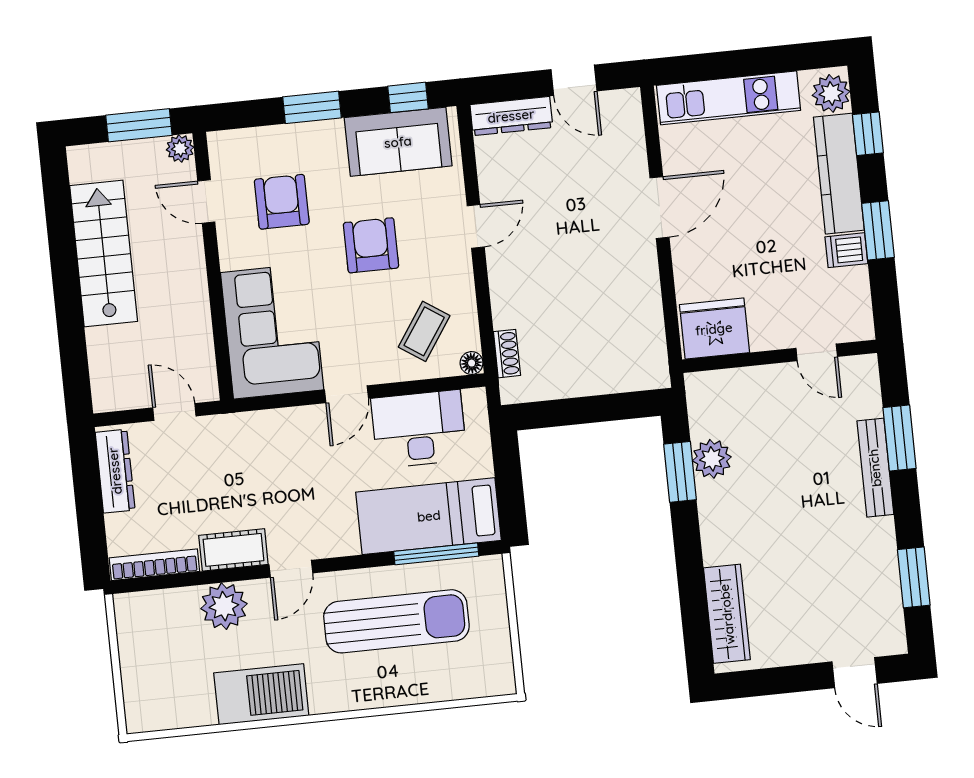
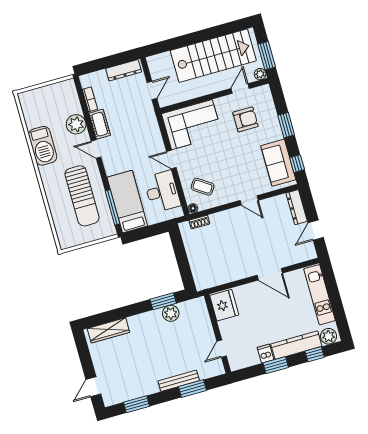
armchair: (371, 245) -> (234, 159), removed
stairs: (104, 254) -> (213, 56), width x1.36, depth x1.51
bookcase: (154, 565) -> (90, 99), width x0.64

